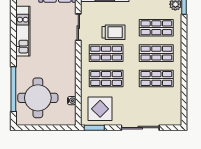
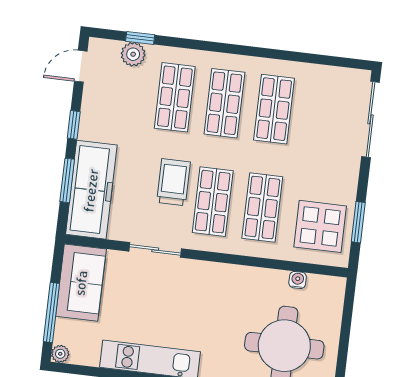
window: (94, 128) -> (358, 222), moved
sliding door: (140, 128) -> (371, 119), moved

